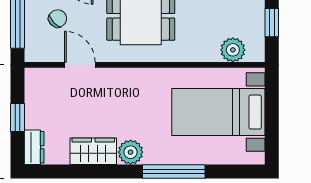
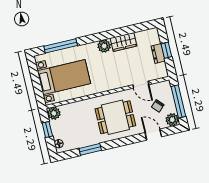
plant: (233, 50) -> (54, 113), moved
dresser: (34, 147) -> (158, 54), moved
window: (174, 171) -> (61, 46), moved

